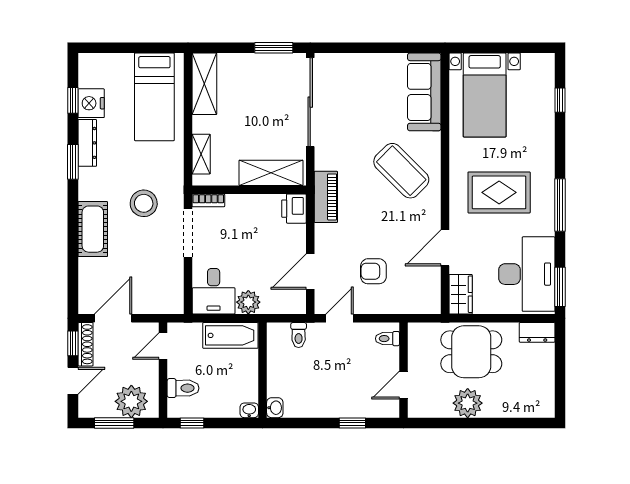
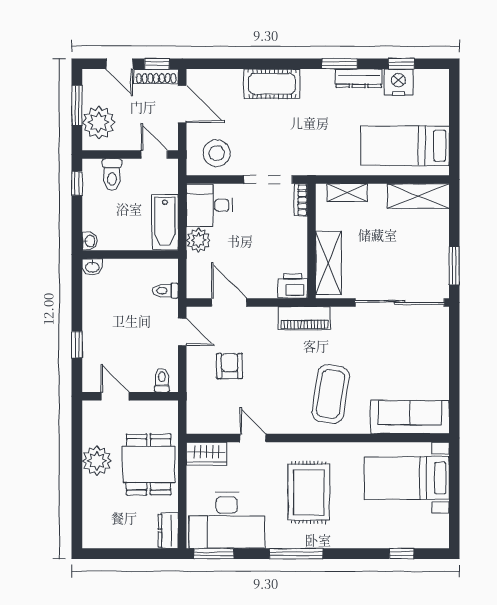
coffee table: (401, 171) -> (331, 394), turned -36
stool: (144, 203) -> (217, 153), moved
door: (445, 248) -> (253, 438), width x0.73

